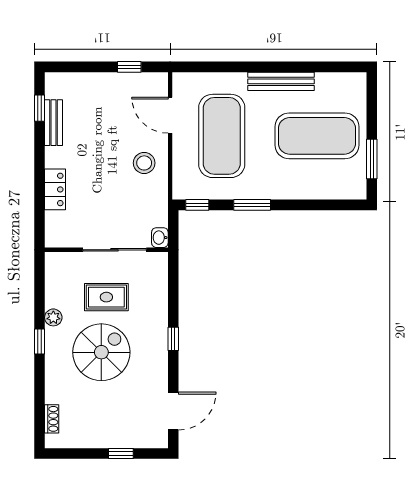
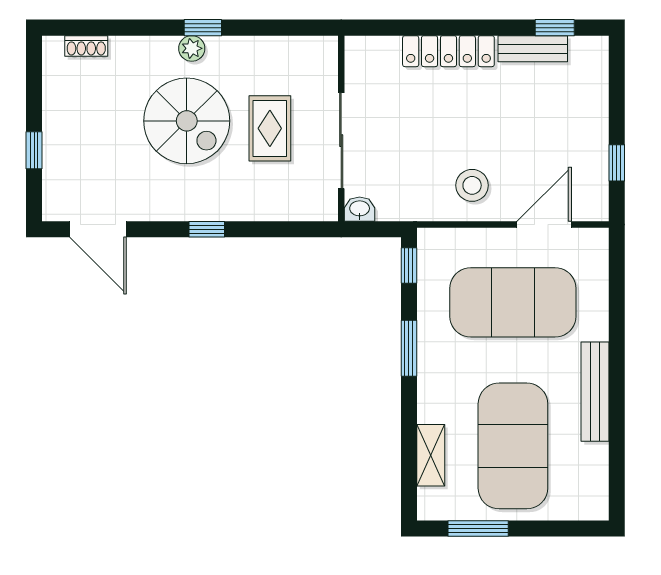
locker: (55, 189) -> (448, 51), width x1.53
shelving: (323, 190) -> (431, 455), added
plant: (53, 317) -> (192, 48), moved

